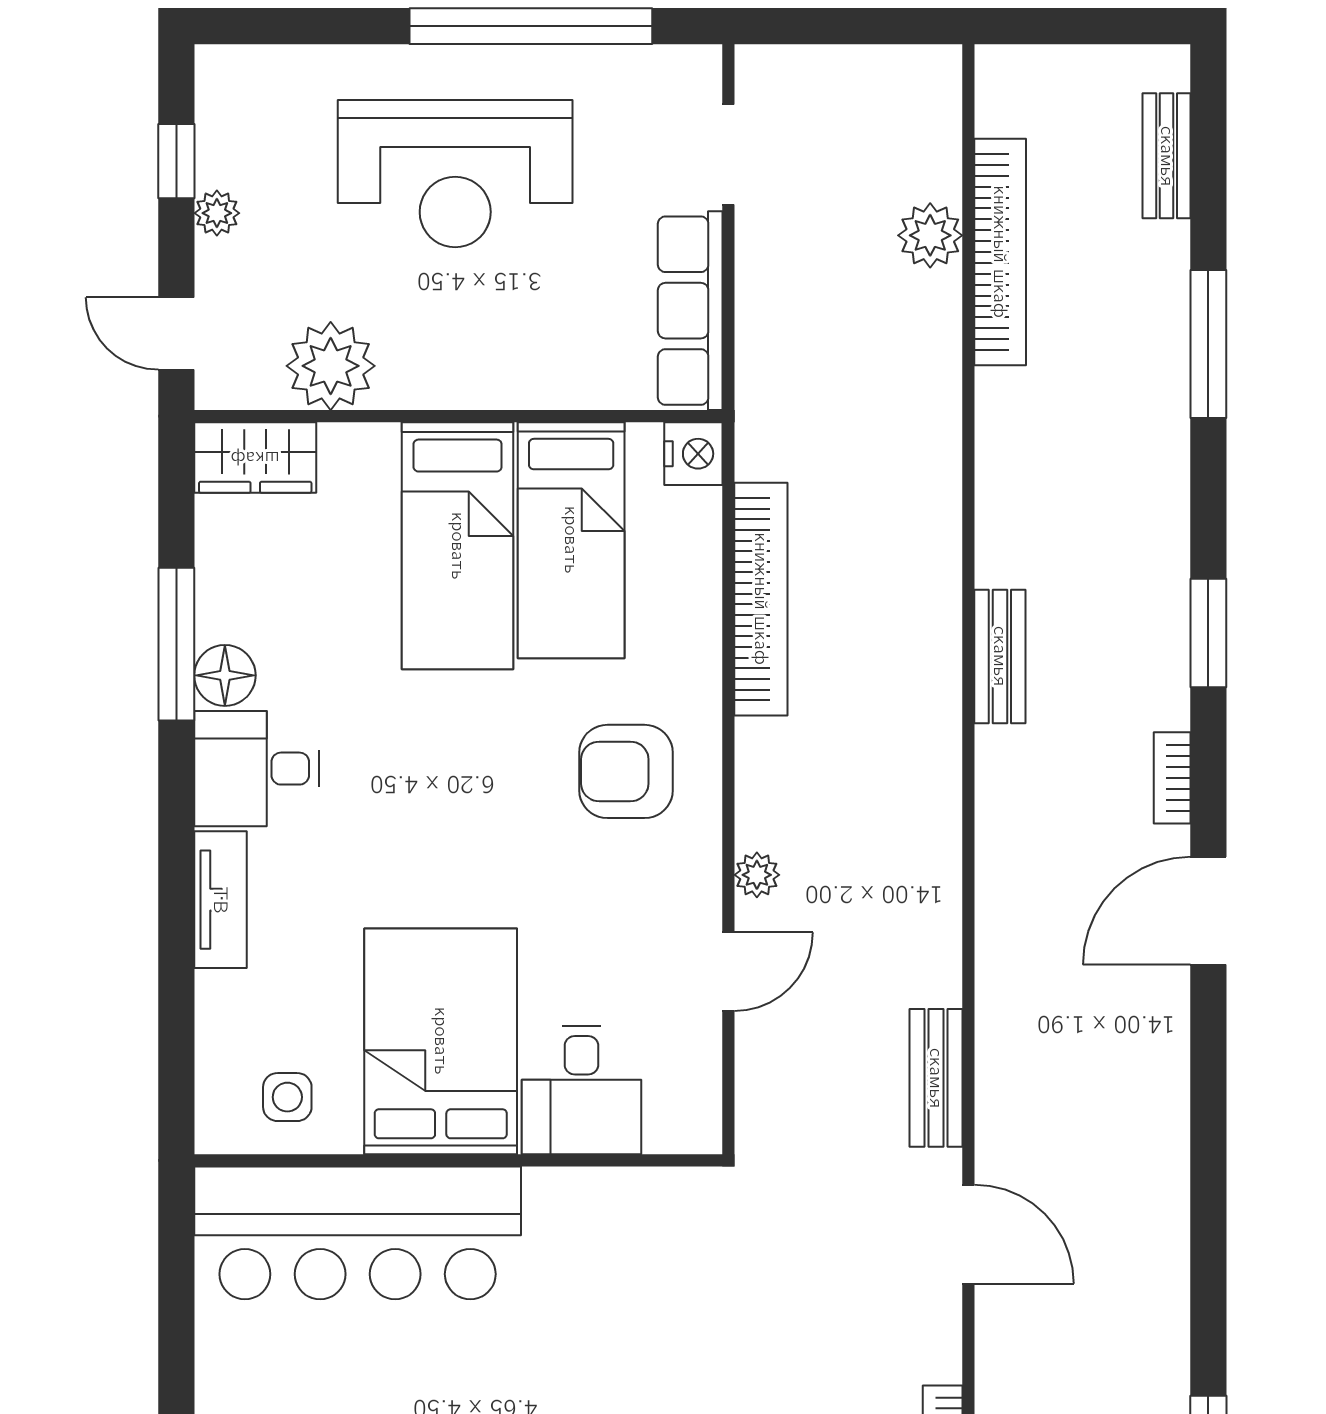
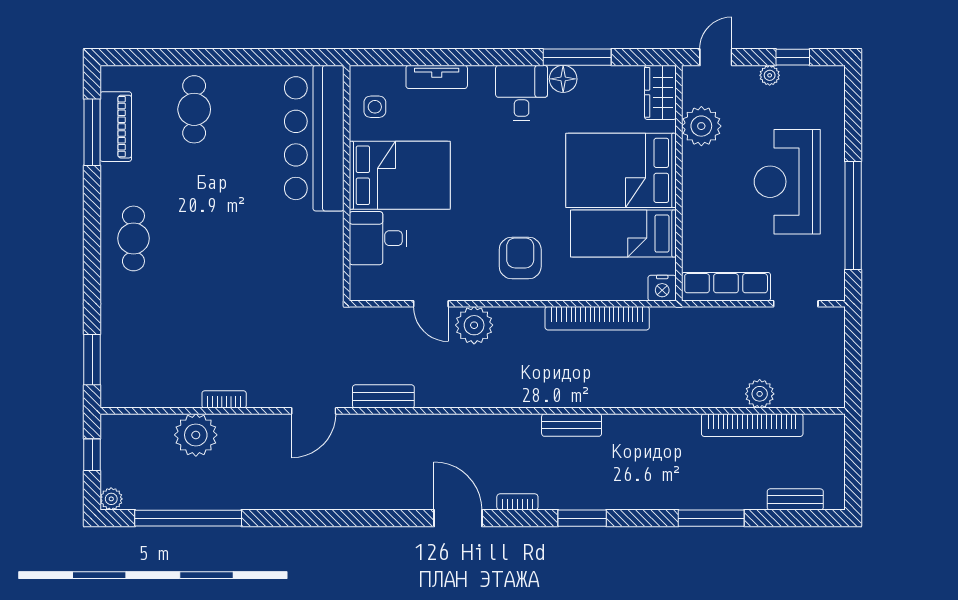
bed: (458, 546) -> (621, 170), width x1.50
plant: (757, 875) -> (474, 325), width x1.88, depth x1.88
tv unit: (220, 900) -> (437, 77), moved

